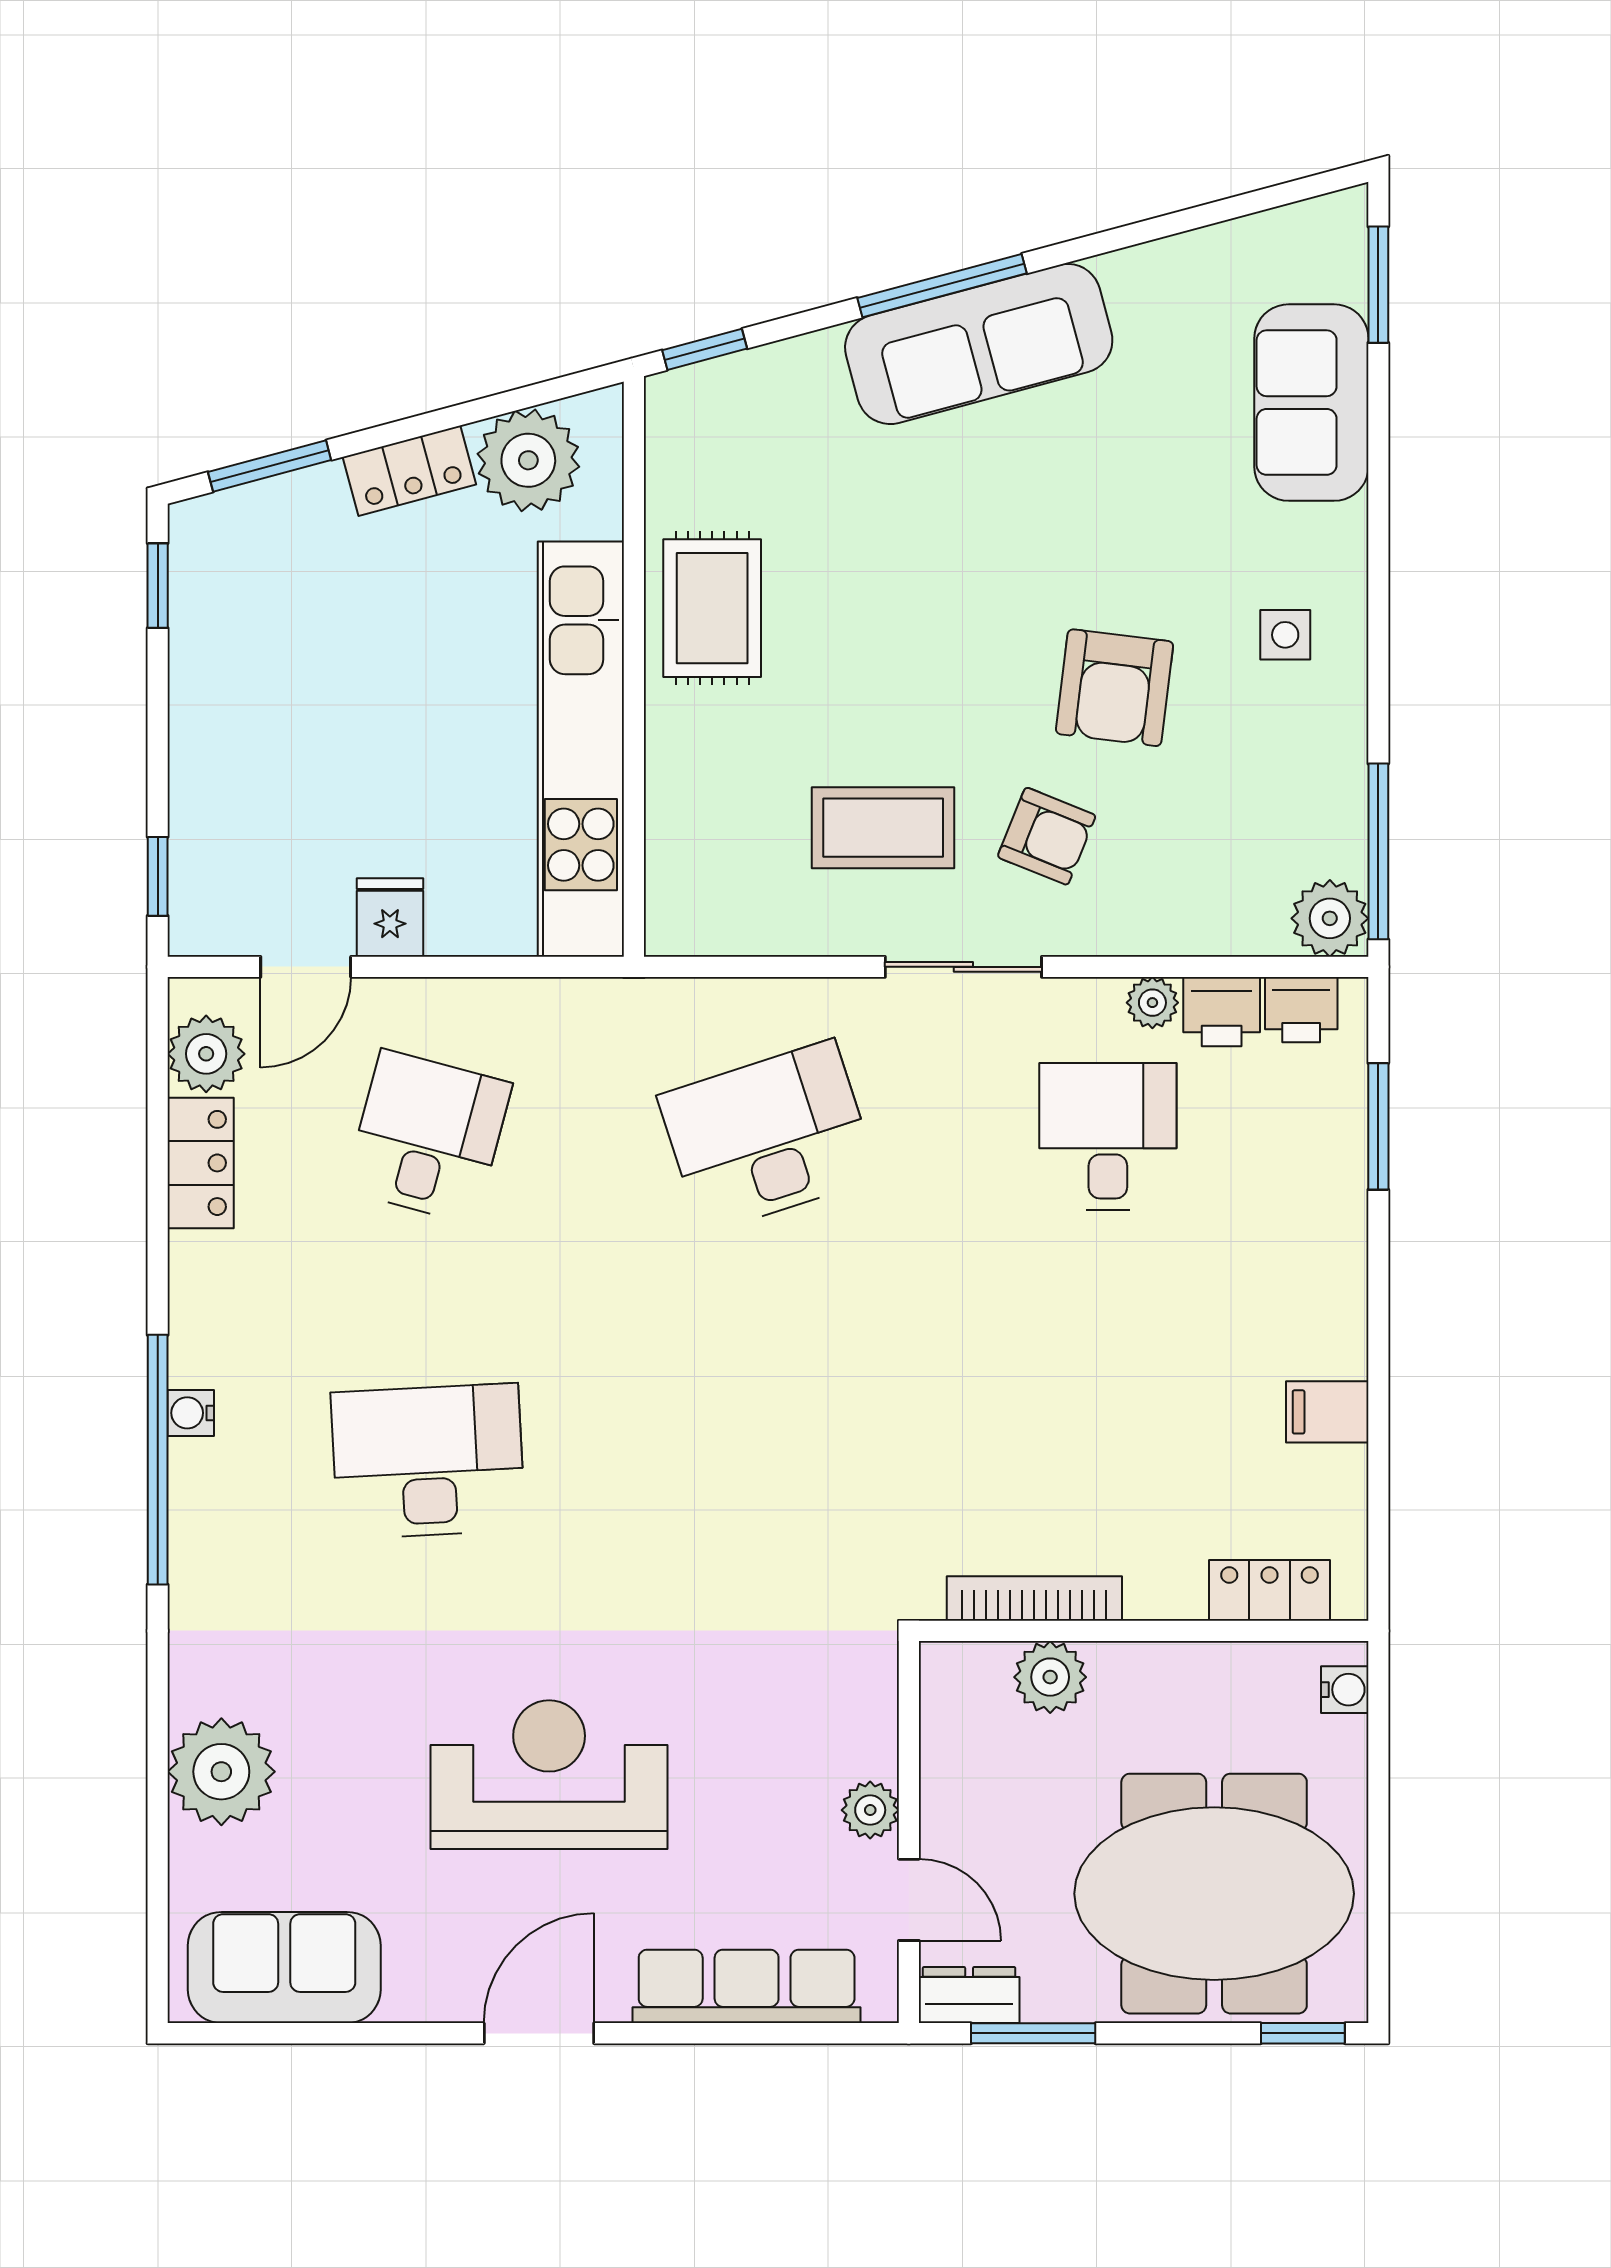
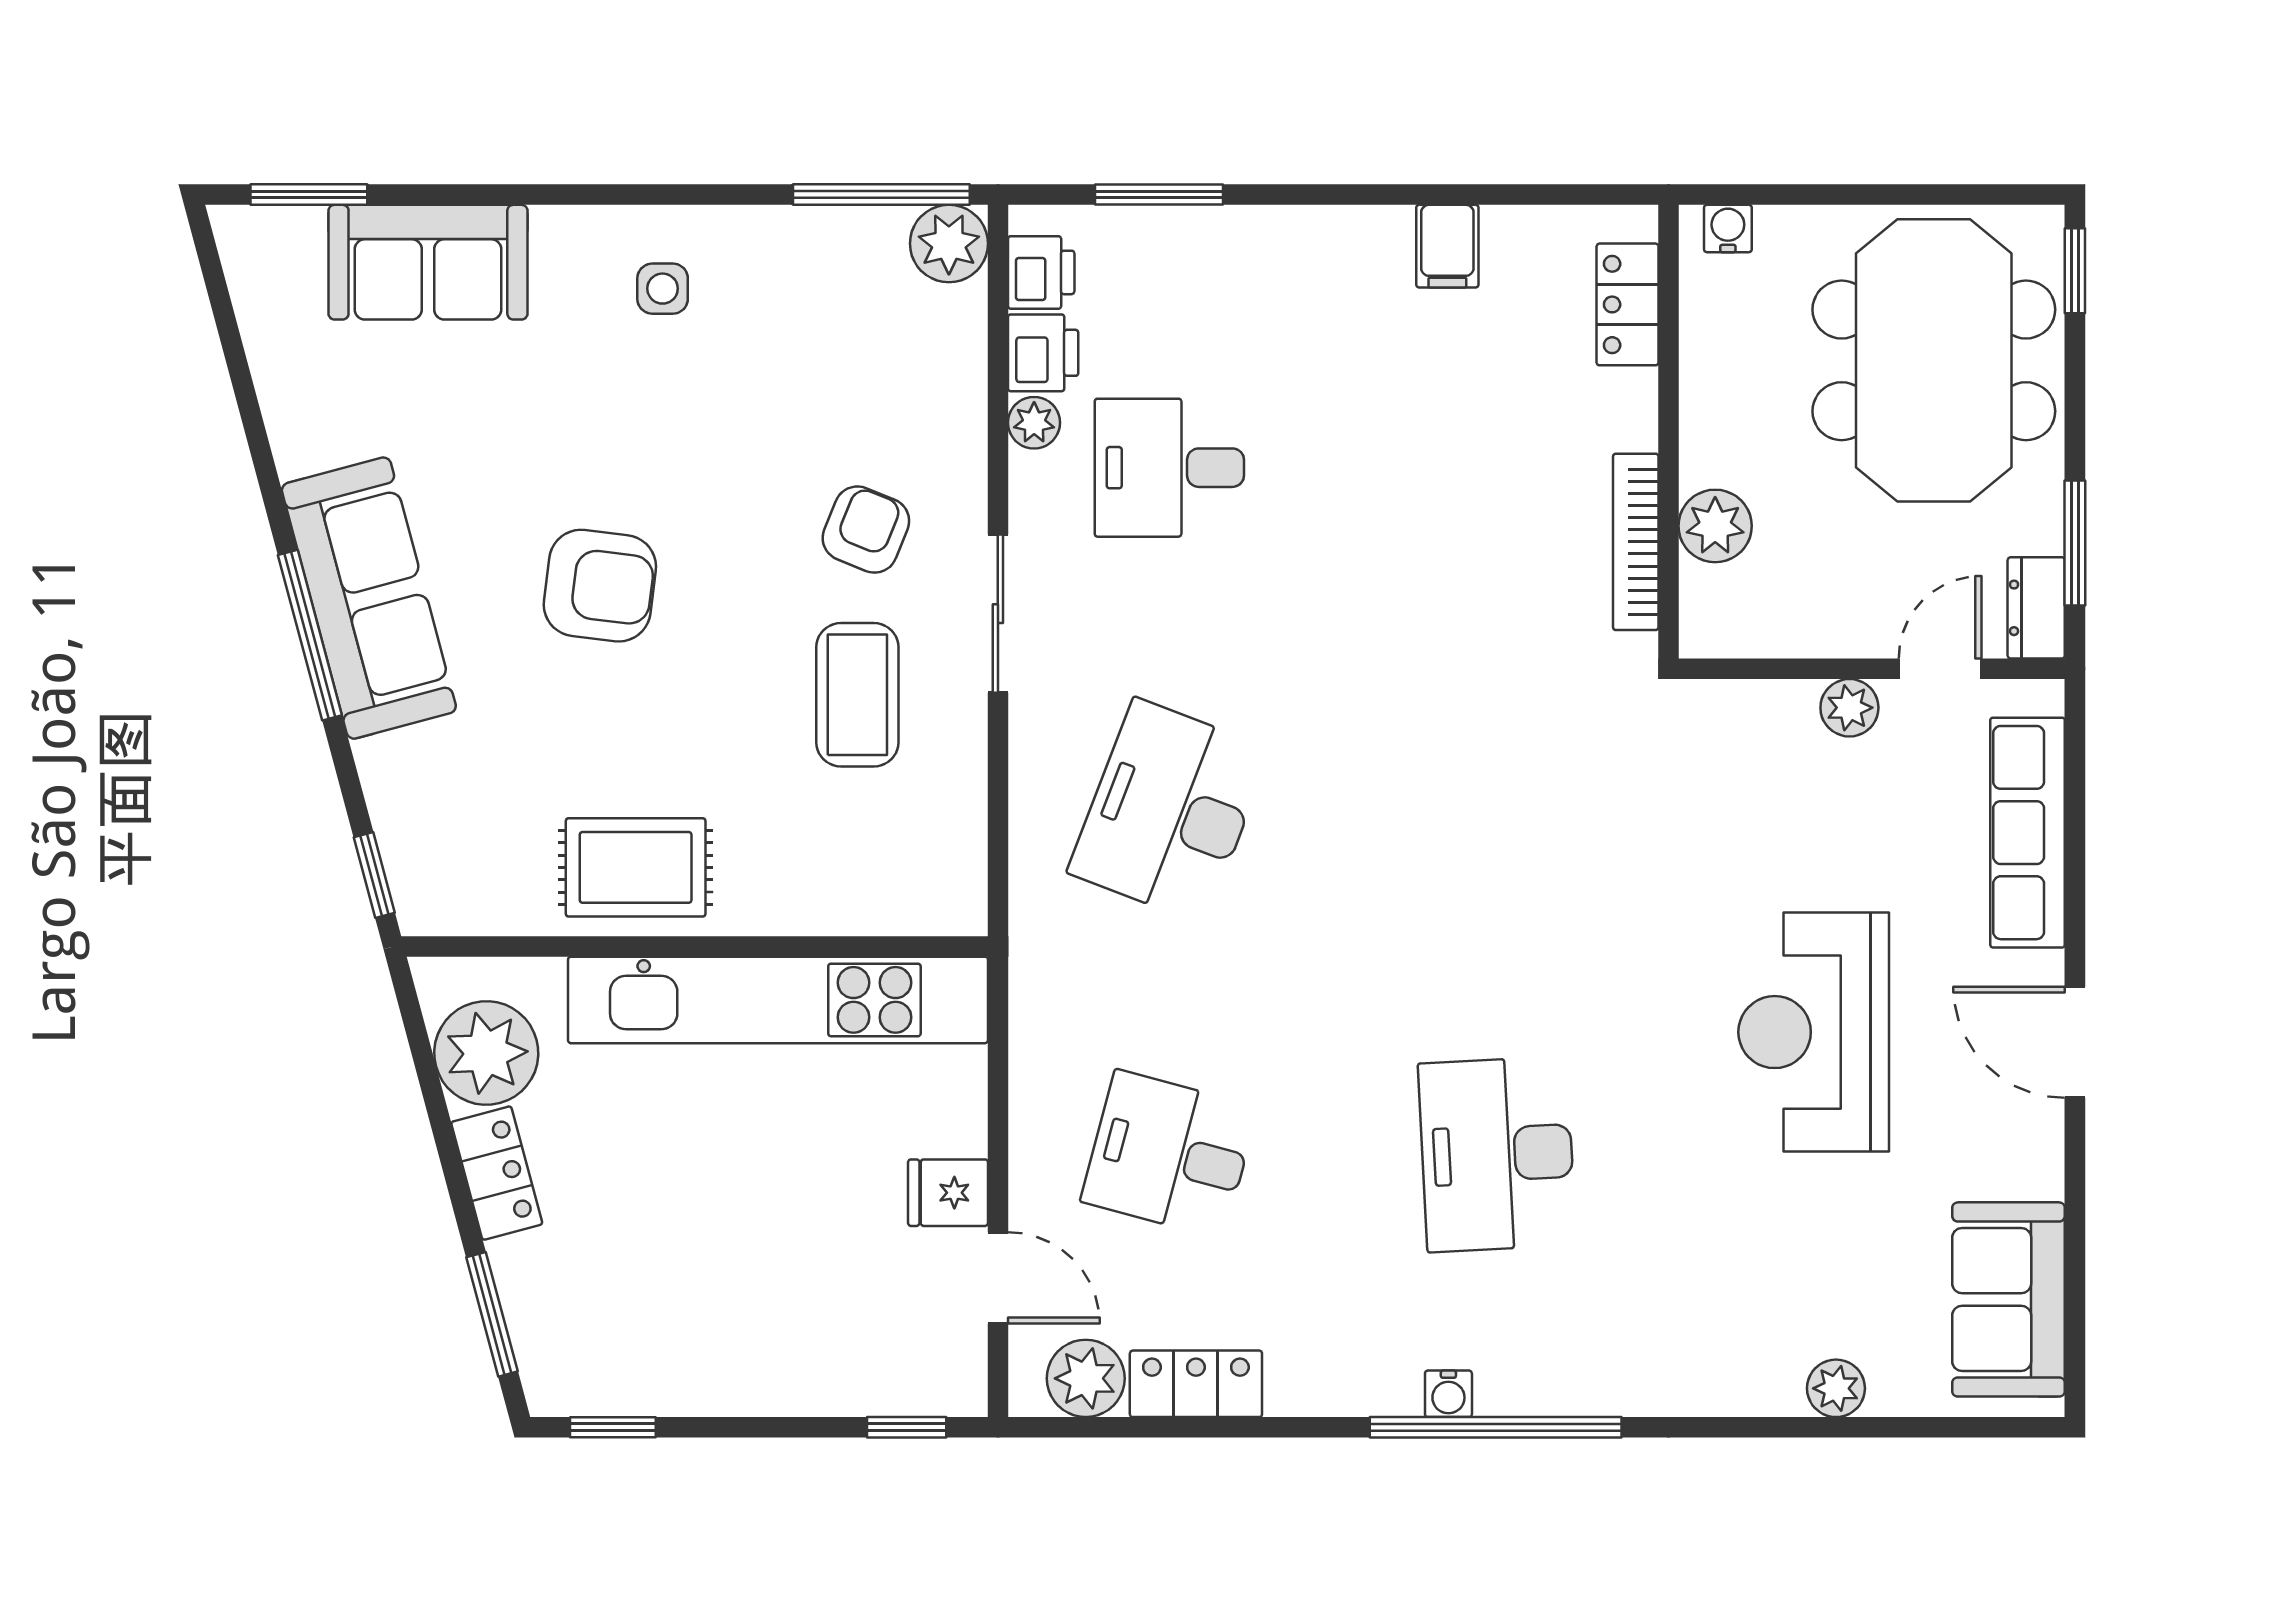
armchair: (1115, 688) -> (600, 586), moved
desk: (768, 1137) -> (1169, 811), turned 39
plant: (221, 1772) -> (1836, 1388), width x0.53, depth x0.53

